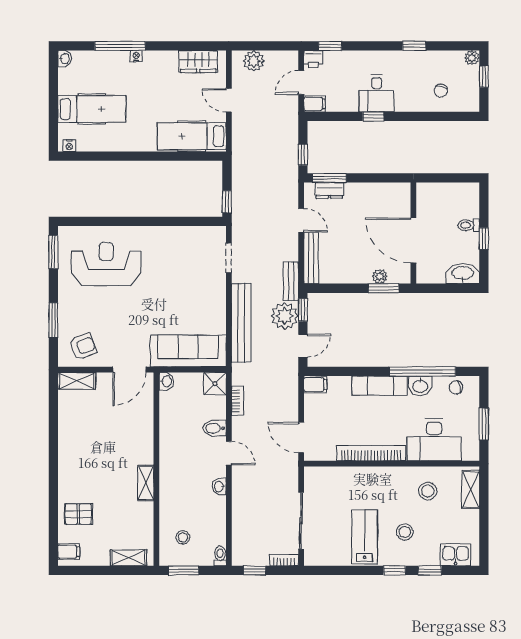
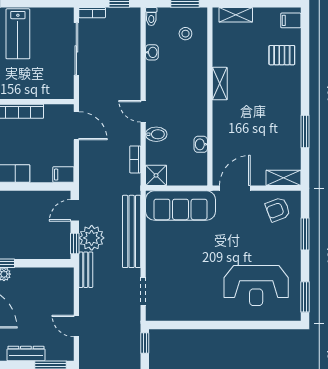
dresser: (329, 190) -> (26, 353), moved, width x1.44
bench: (311, 258) -> (67, 291), removed
washbasin: (166, 381) -> (201, 144), moved
window: (53, 431) -> (305, 131), added
washbasin: (219, 487) -> (152, 52), moved

